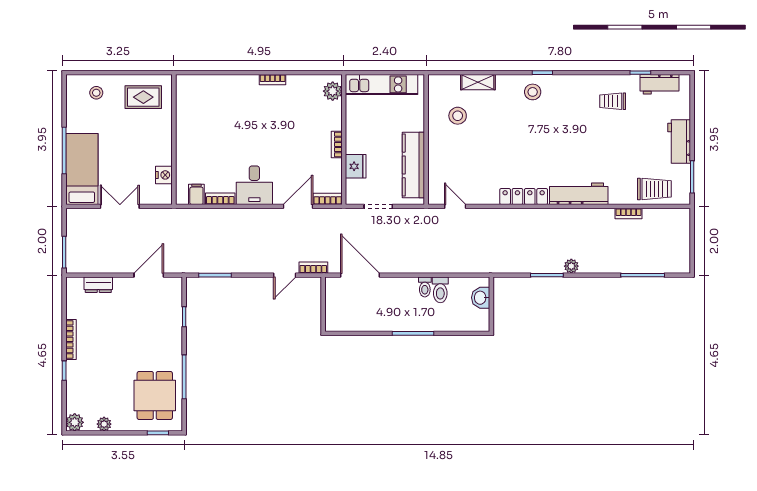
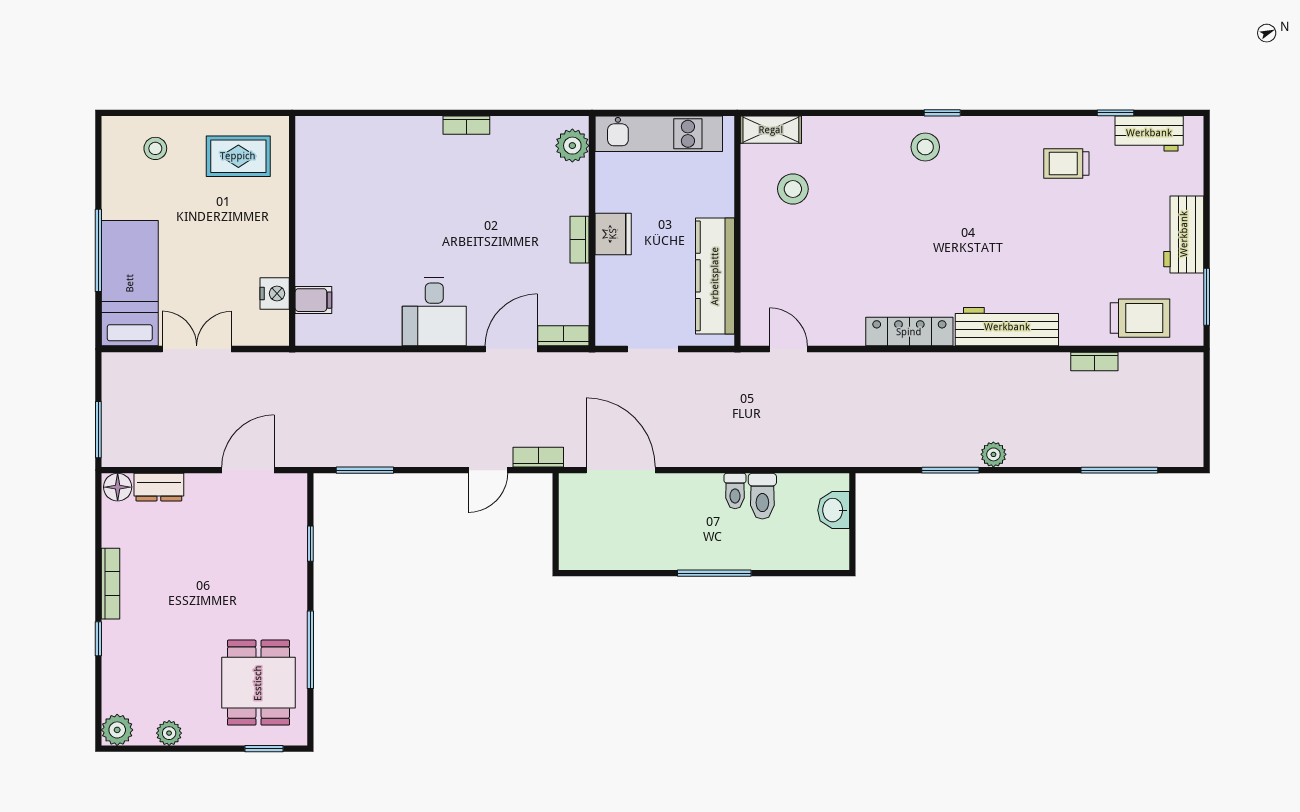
shelving: (478, 82) -> (771, 130), moved
fridge: (356, 166) -> (613, 234), moved
filing cabinet: (196, 194) -> (313, 300), moved, turned 90
bookcase: (220, 199) -> (374, 336), removed
floor lamp: (75, 285) -> (118, 487), added

